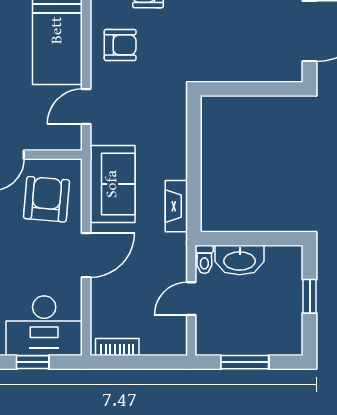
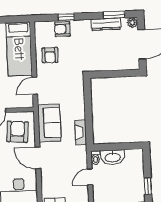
armchair: (120, 45) -> (50, 55), turned 90
door: (86, 255) -> (38, 158), swing flipped
window: (310, 296) -> (148, 186), moved

